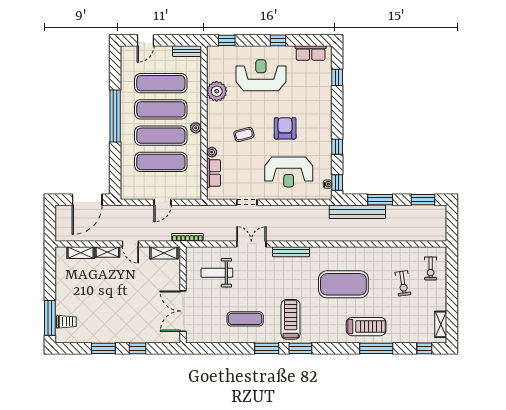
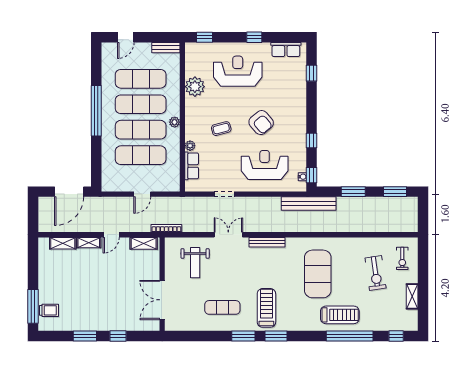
armchair: (285, 128) -> (261, 123), turned 140
reception desk: (289, 172) -> (265, 165), turned 180
bench: (357, 212) -> (309, 204), moved
door: (130, 244) -> (111, 235), hinge flipped
weight bench: (217, 273) -> (195, 263), turned -90
exercise bike: (403, 283) -> (376, 273), width x1.38, depth x1.39
exercise mat: (343, 284) -> (318, 274), turned 90
shelving: (441, 324) -> (412, 296), moved
window: (376, 348) -> (350, 336), width x1.46

